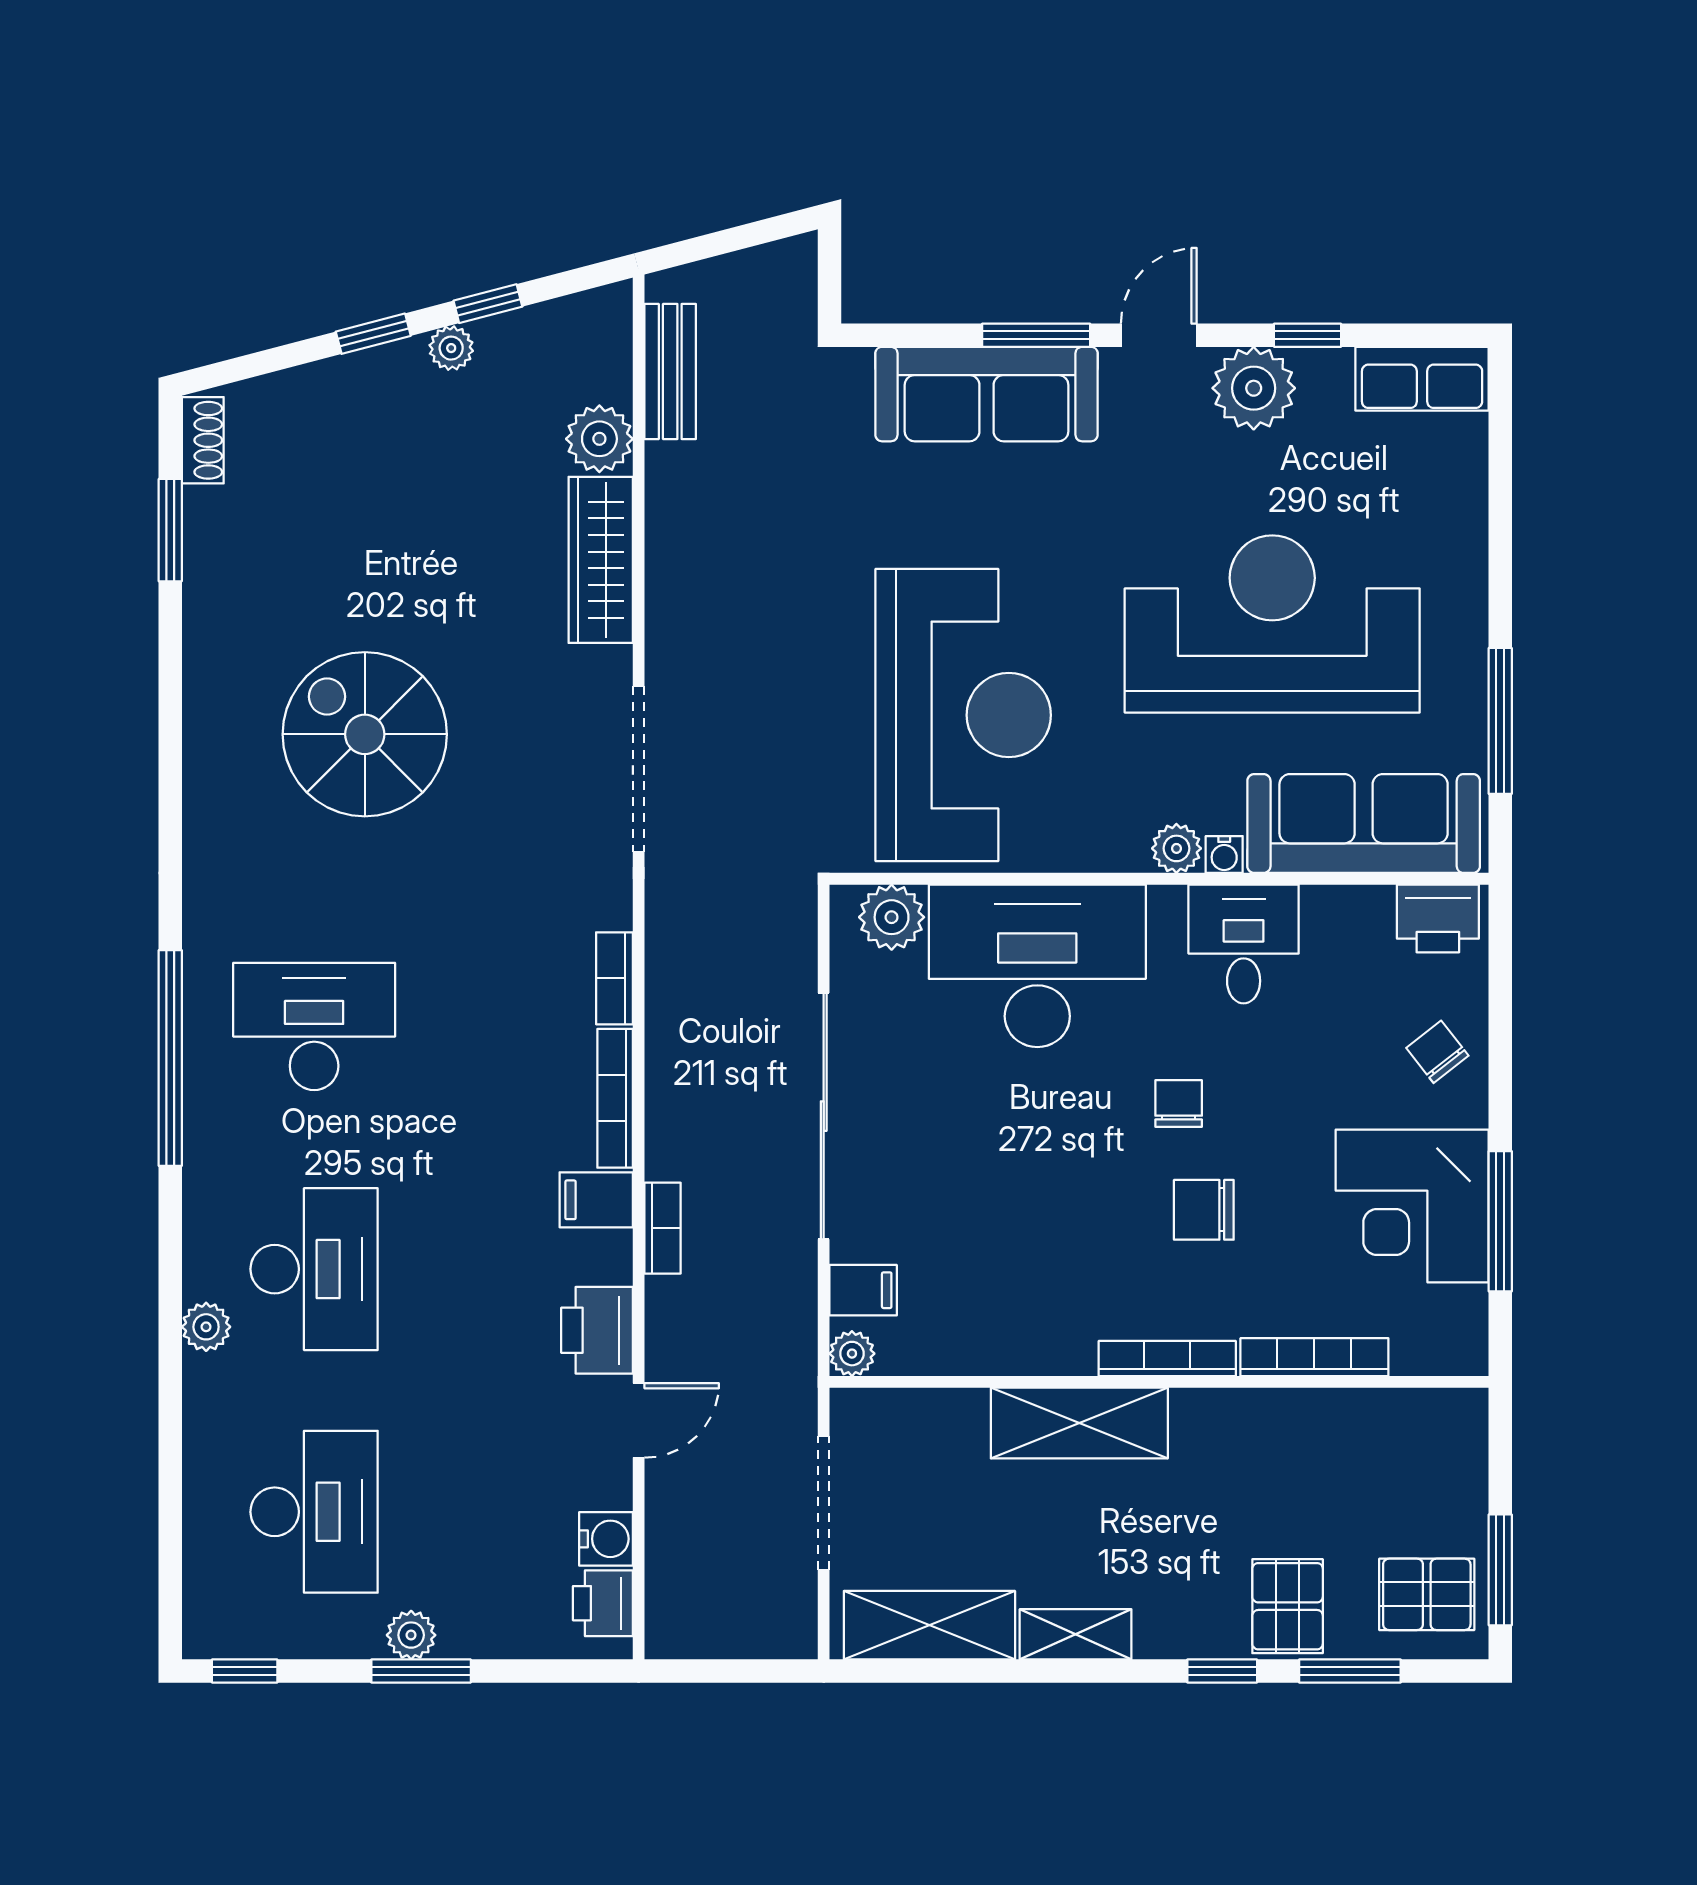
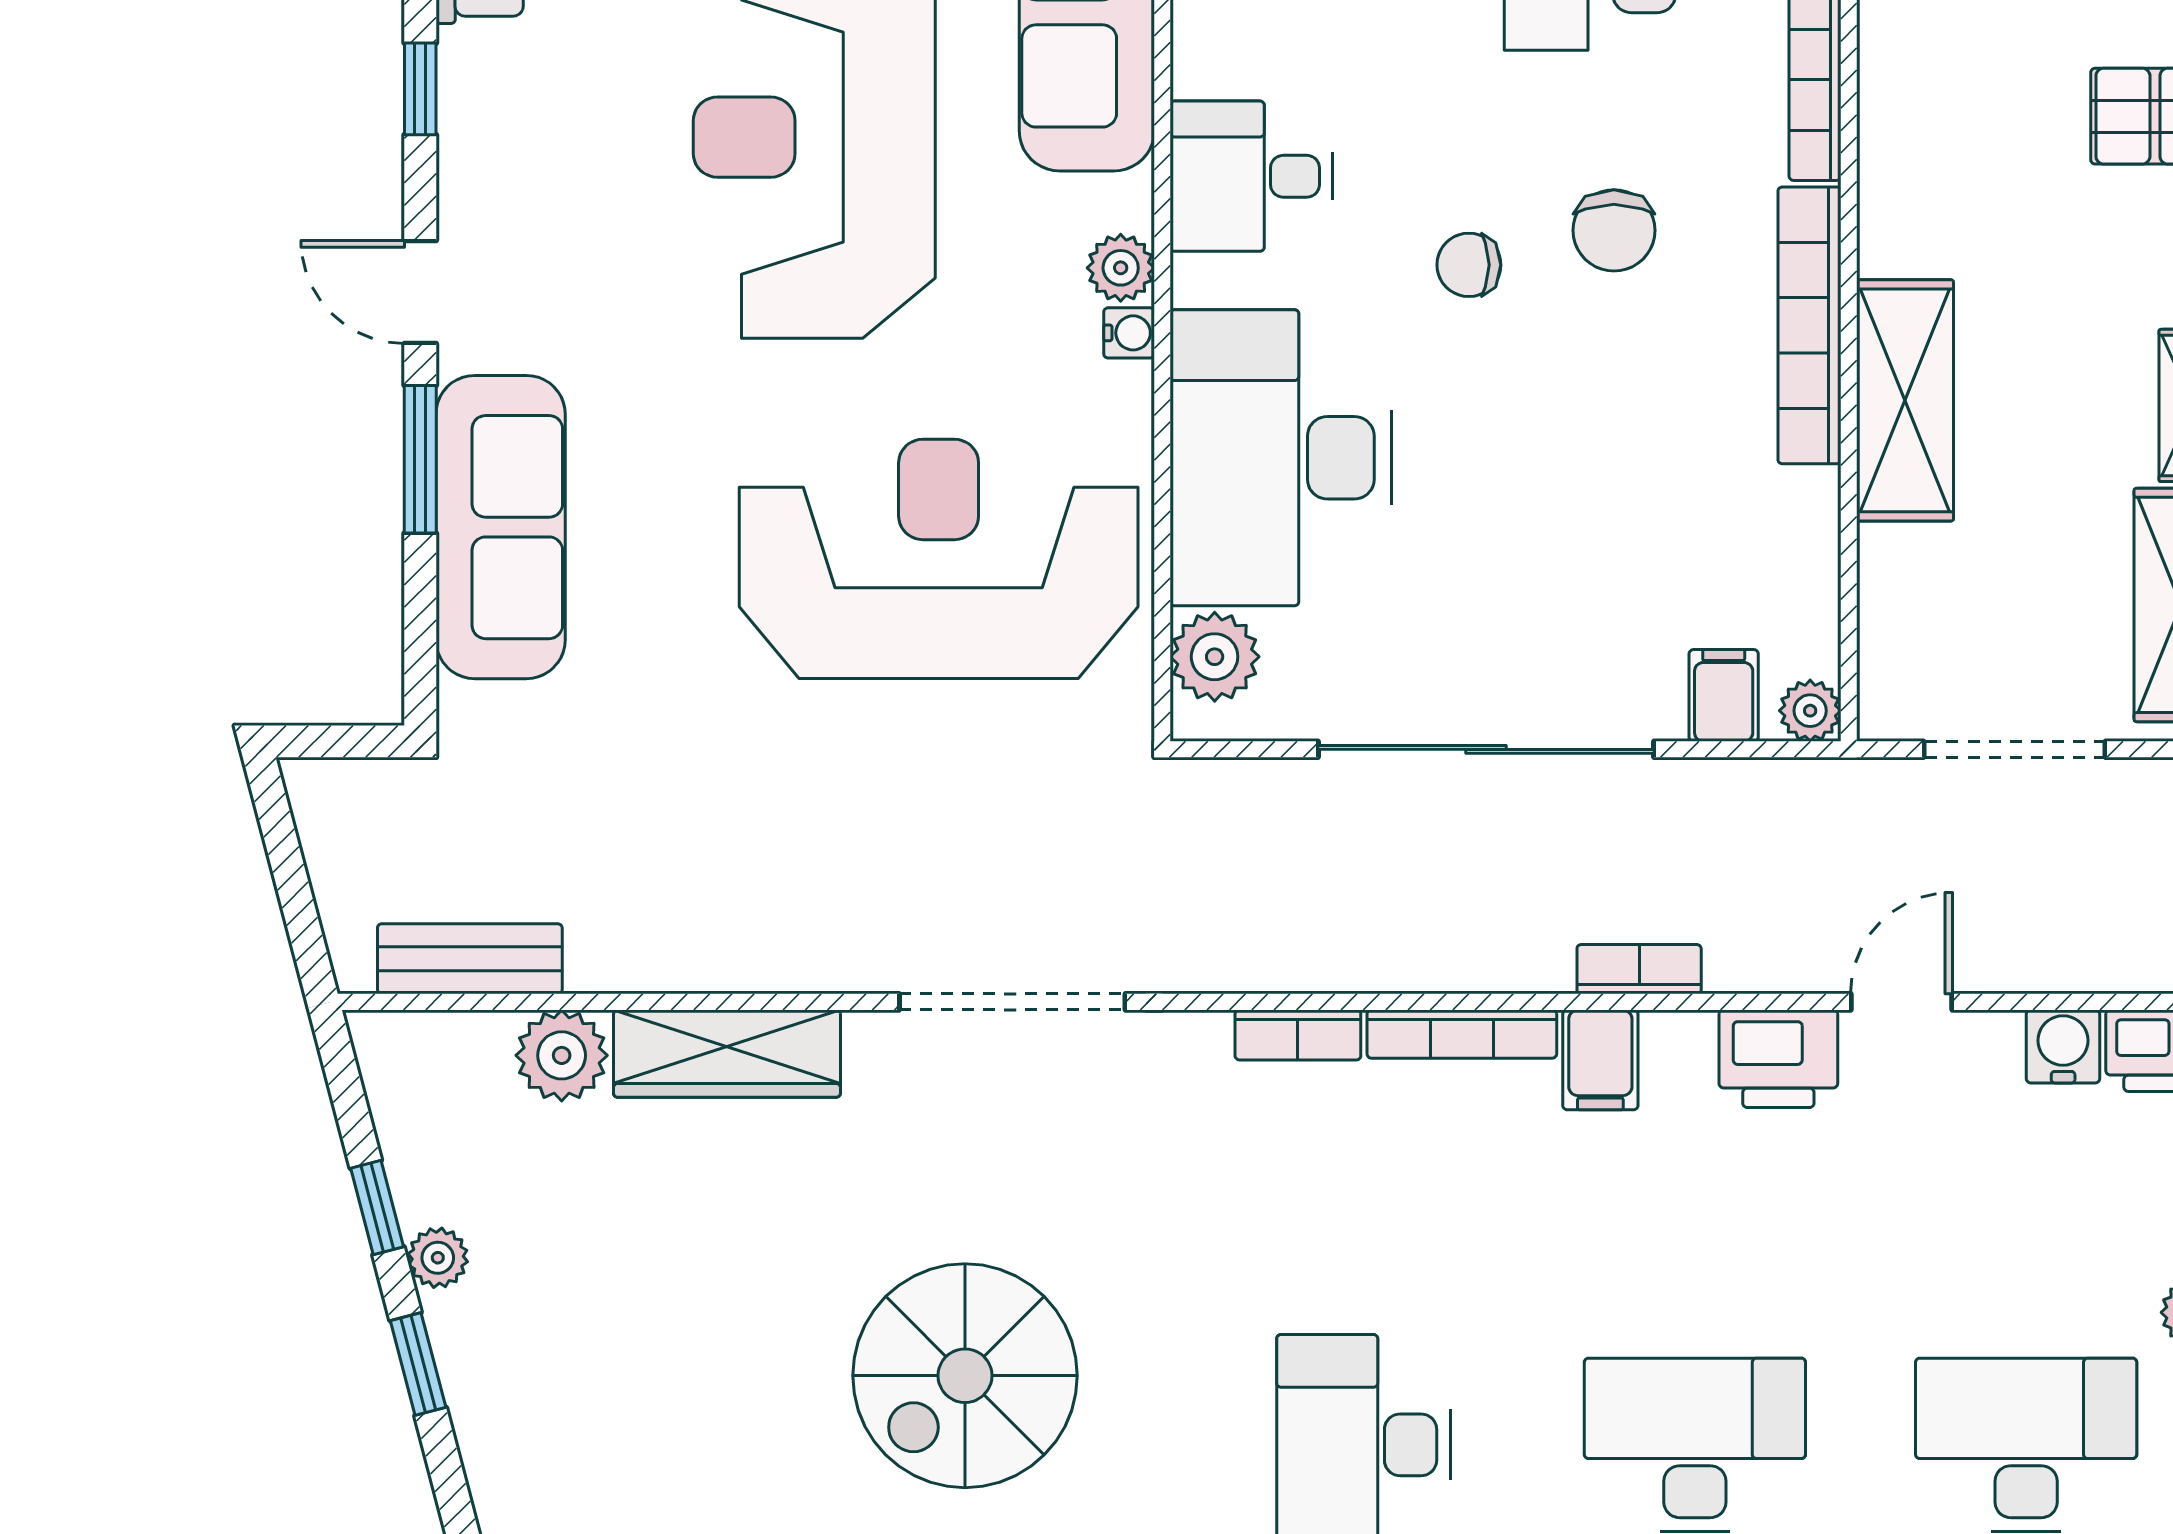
plant: (1254, 388) -> (493, 162), removed
water cooler: (1224, 855) -> (1129, 333), moved
bookcase: (1167, 1359) -> (1809, 325), width x1.48, depth x1.31
door: (639, 1420) -> (1901, 1002), hinge flipped

